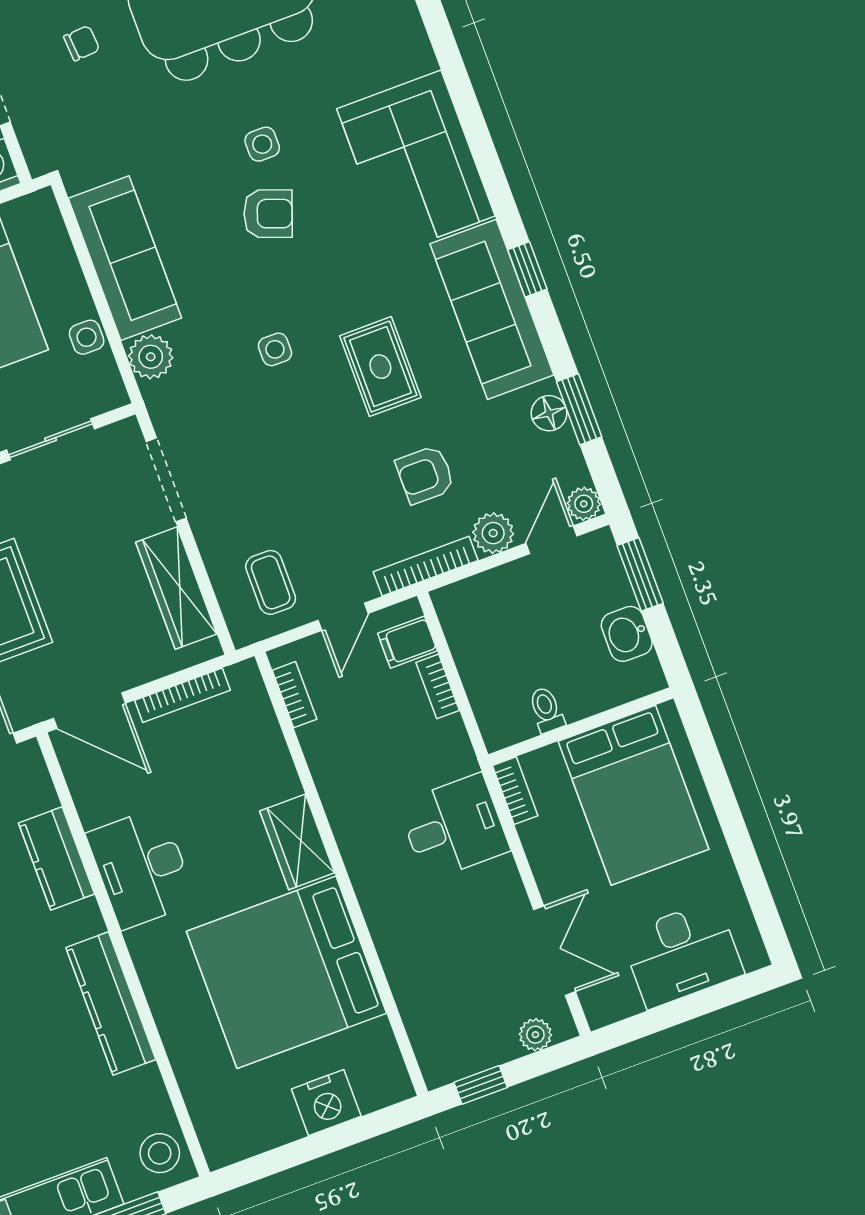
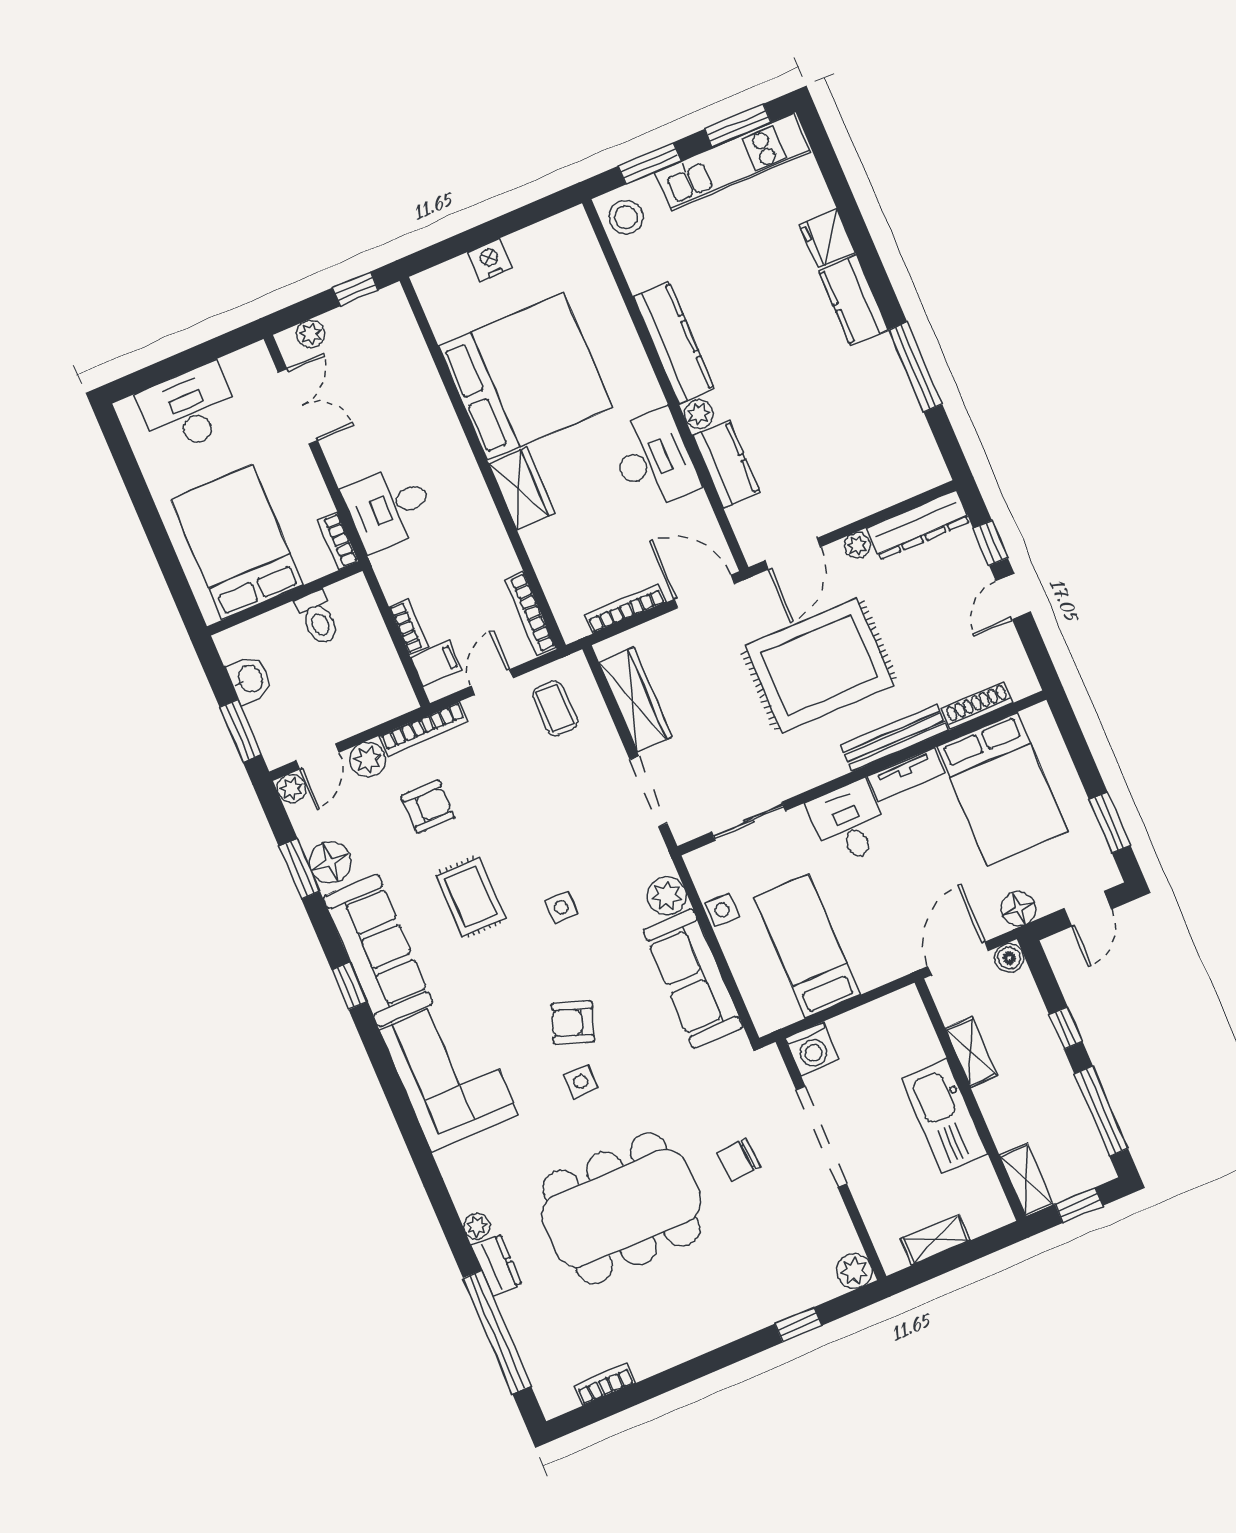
chair: (82, 43) -> (739, 1160), width x1.37, depth x1.37
floor lamp: (549, 413) -> (330, 862), width x1.38, depth x1.38
bookcase: (295, 695) -> (530, 614), width x1.56
toilet: (546, 710) -> (318, 618), width x1.37, depth x1.39
plant: (86, 919) -> (699, 414), added
double door: (555, 951) -> (298, 406), swing flipped
nightstand: (326, 1103) -> (490, 260), width x0.74, depth x0.75

